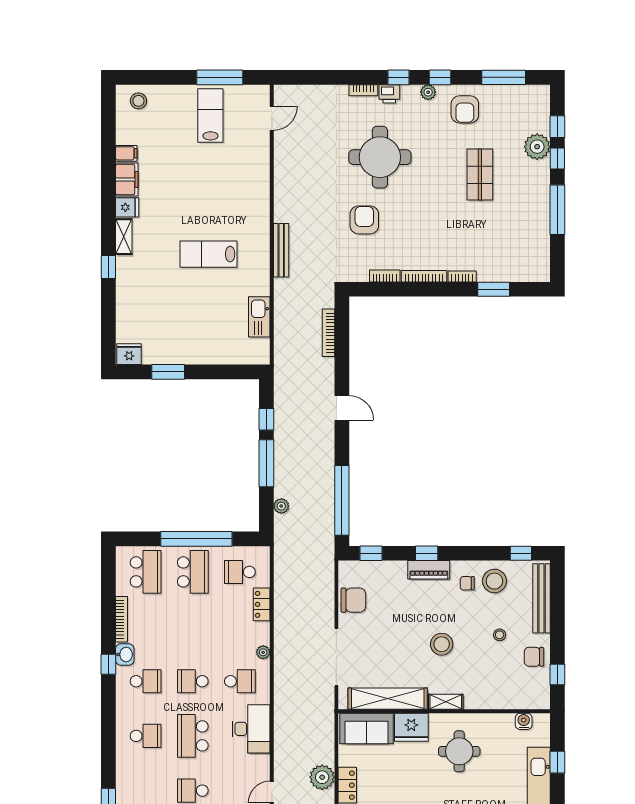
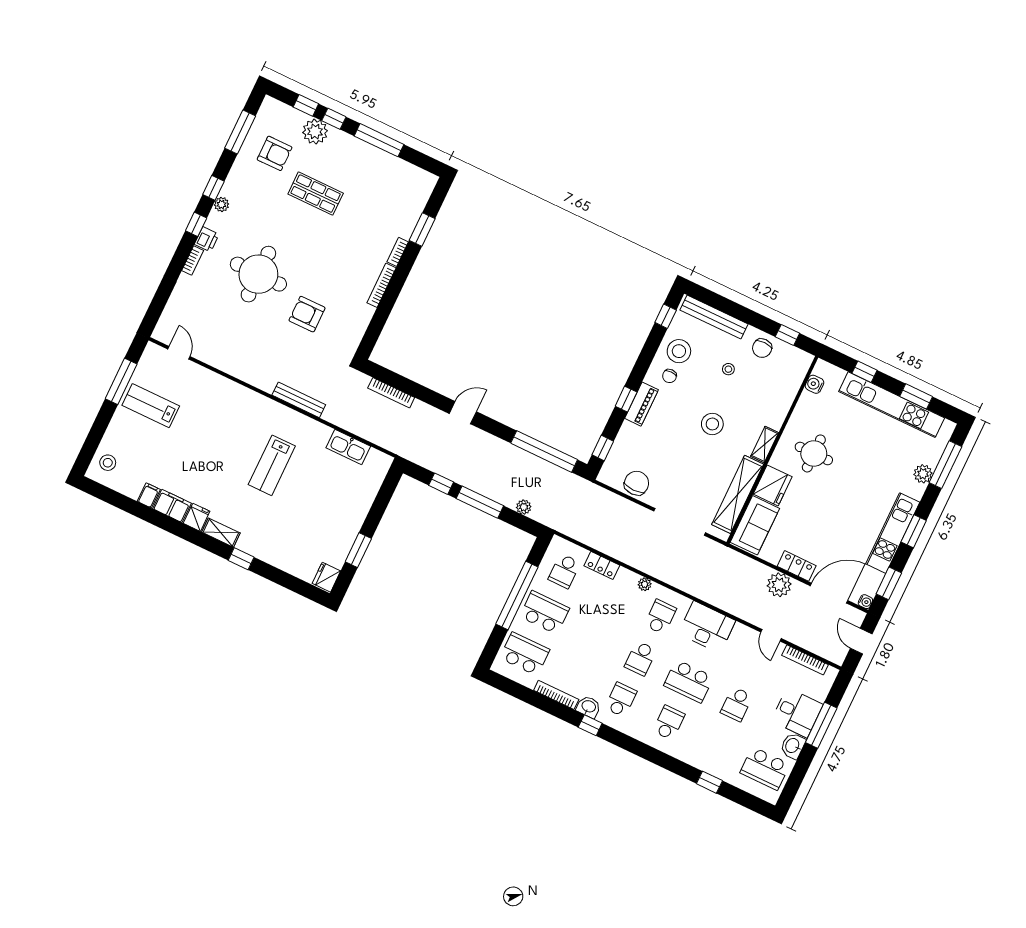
armchair: (465, 109) -> (275, 153), moved
bookcase: (385, 276) -> (365, 320), removed

